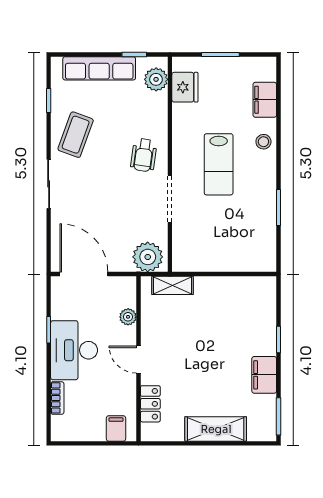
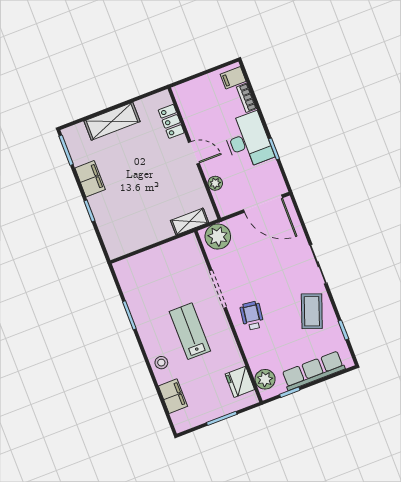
filing cabinet: (116, 428) -> (233, 78), moved, turned 90

